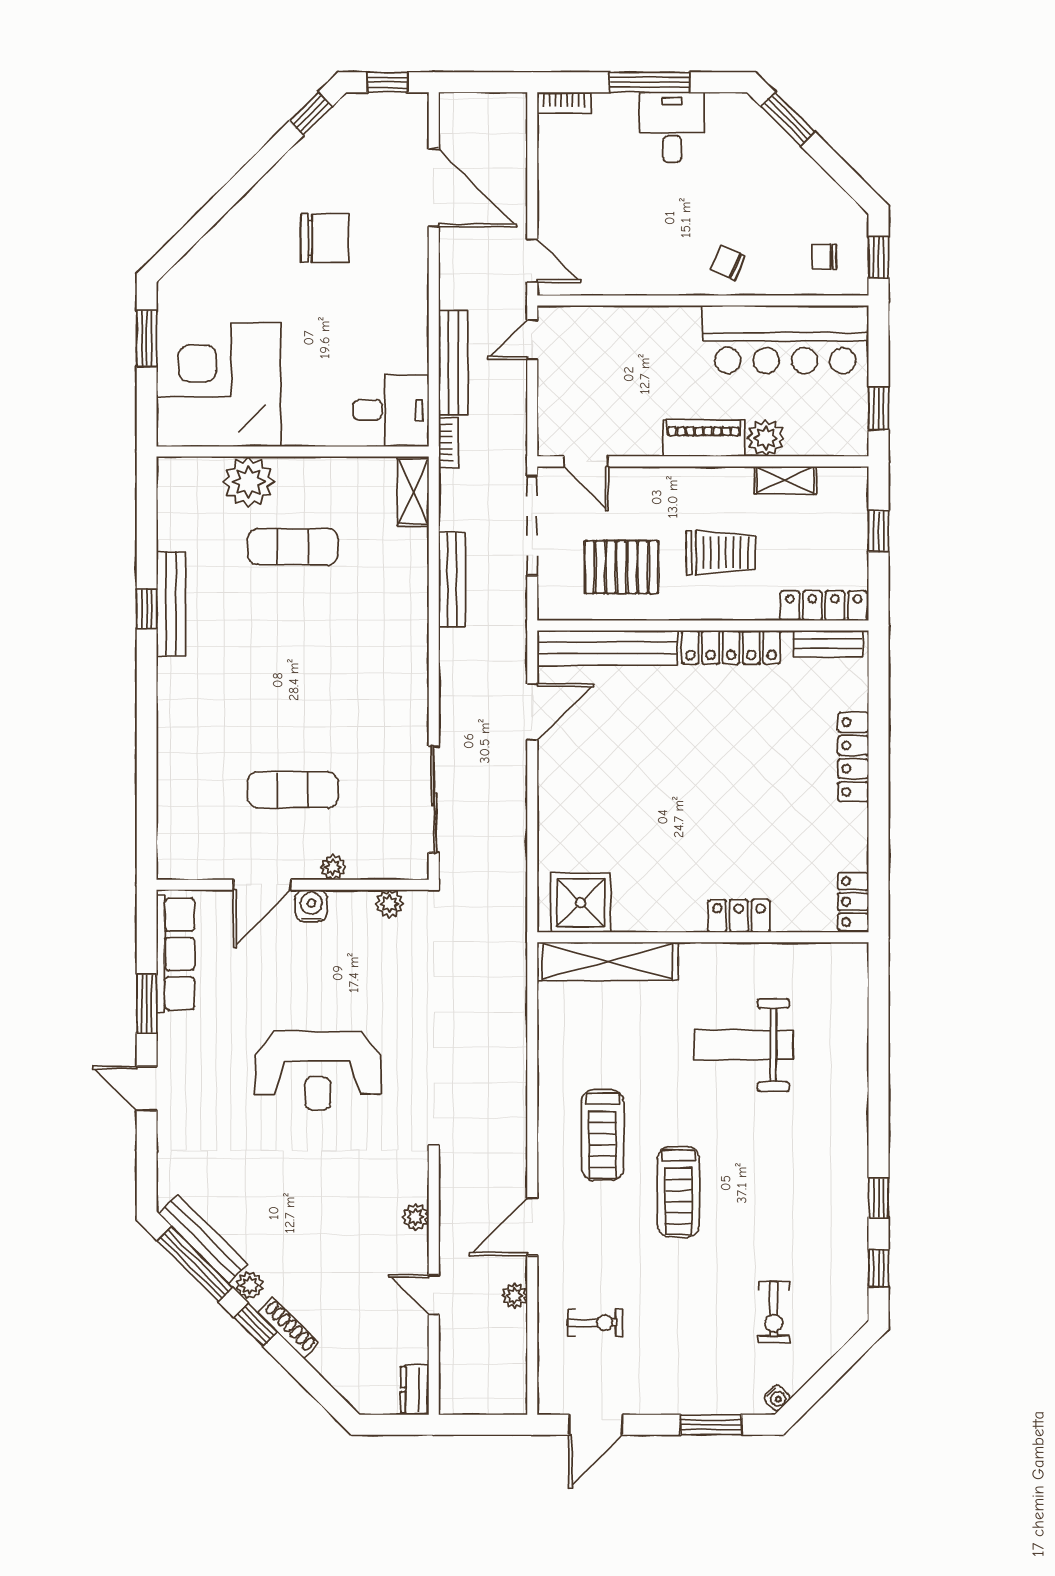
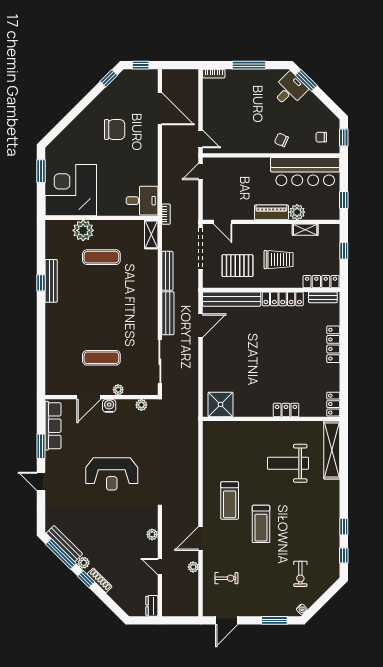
desk: (672, 127) -> (289, 90), moved, turned 45
bench: (453, 363) -> (168, 313), moved
shelving: (608, 961) -> (332, 450), moved, turned 90

